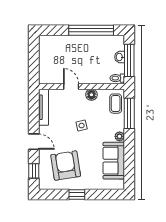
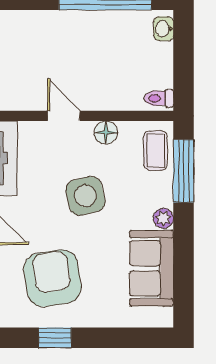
washbasin: (120, 57) -> (164, 29), moved
window: (129, 60) -> (184, 62), removed
side table: (82, 126) -> (85, 196), width x1.87, depth x1.87
window: (77, 194) -> (55, 338), moved

